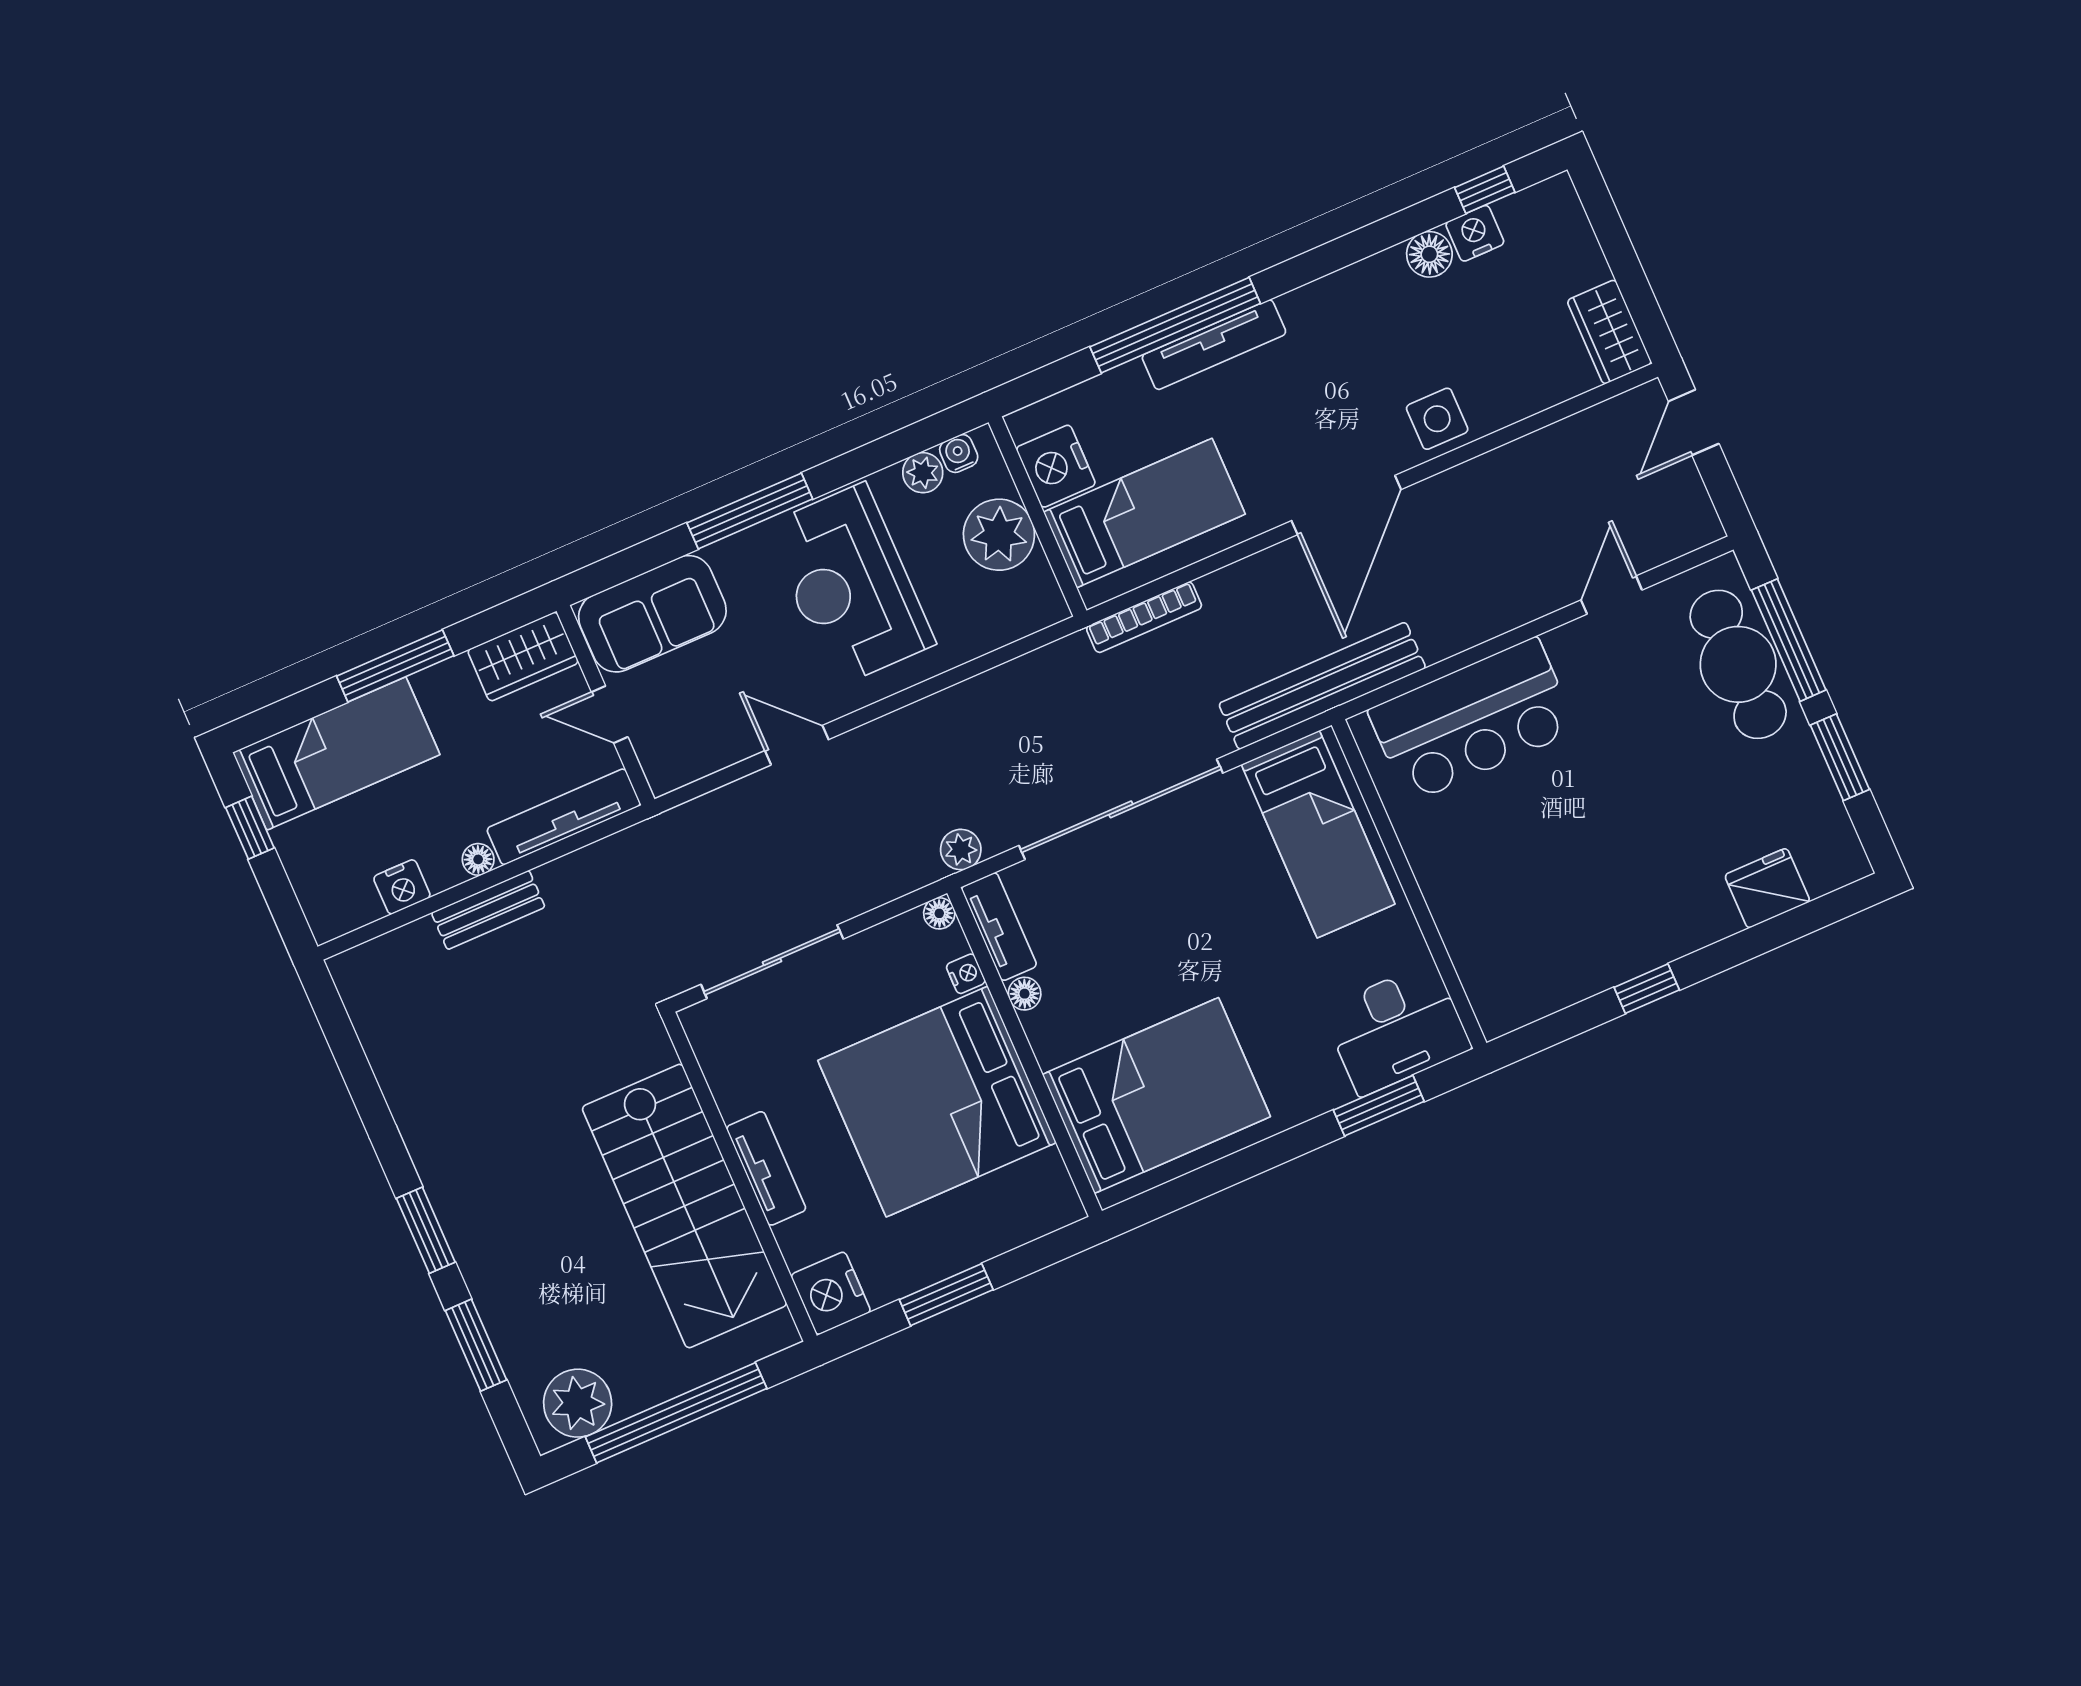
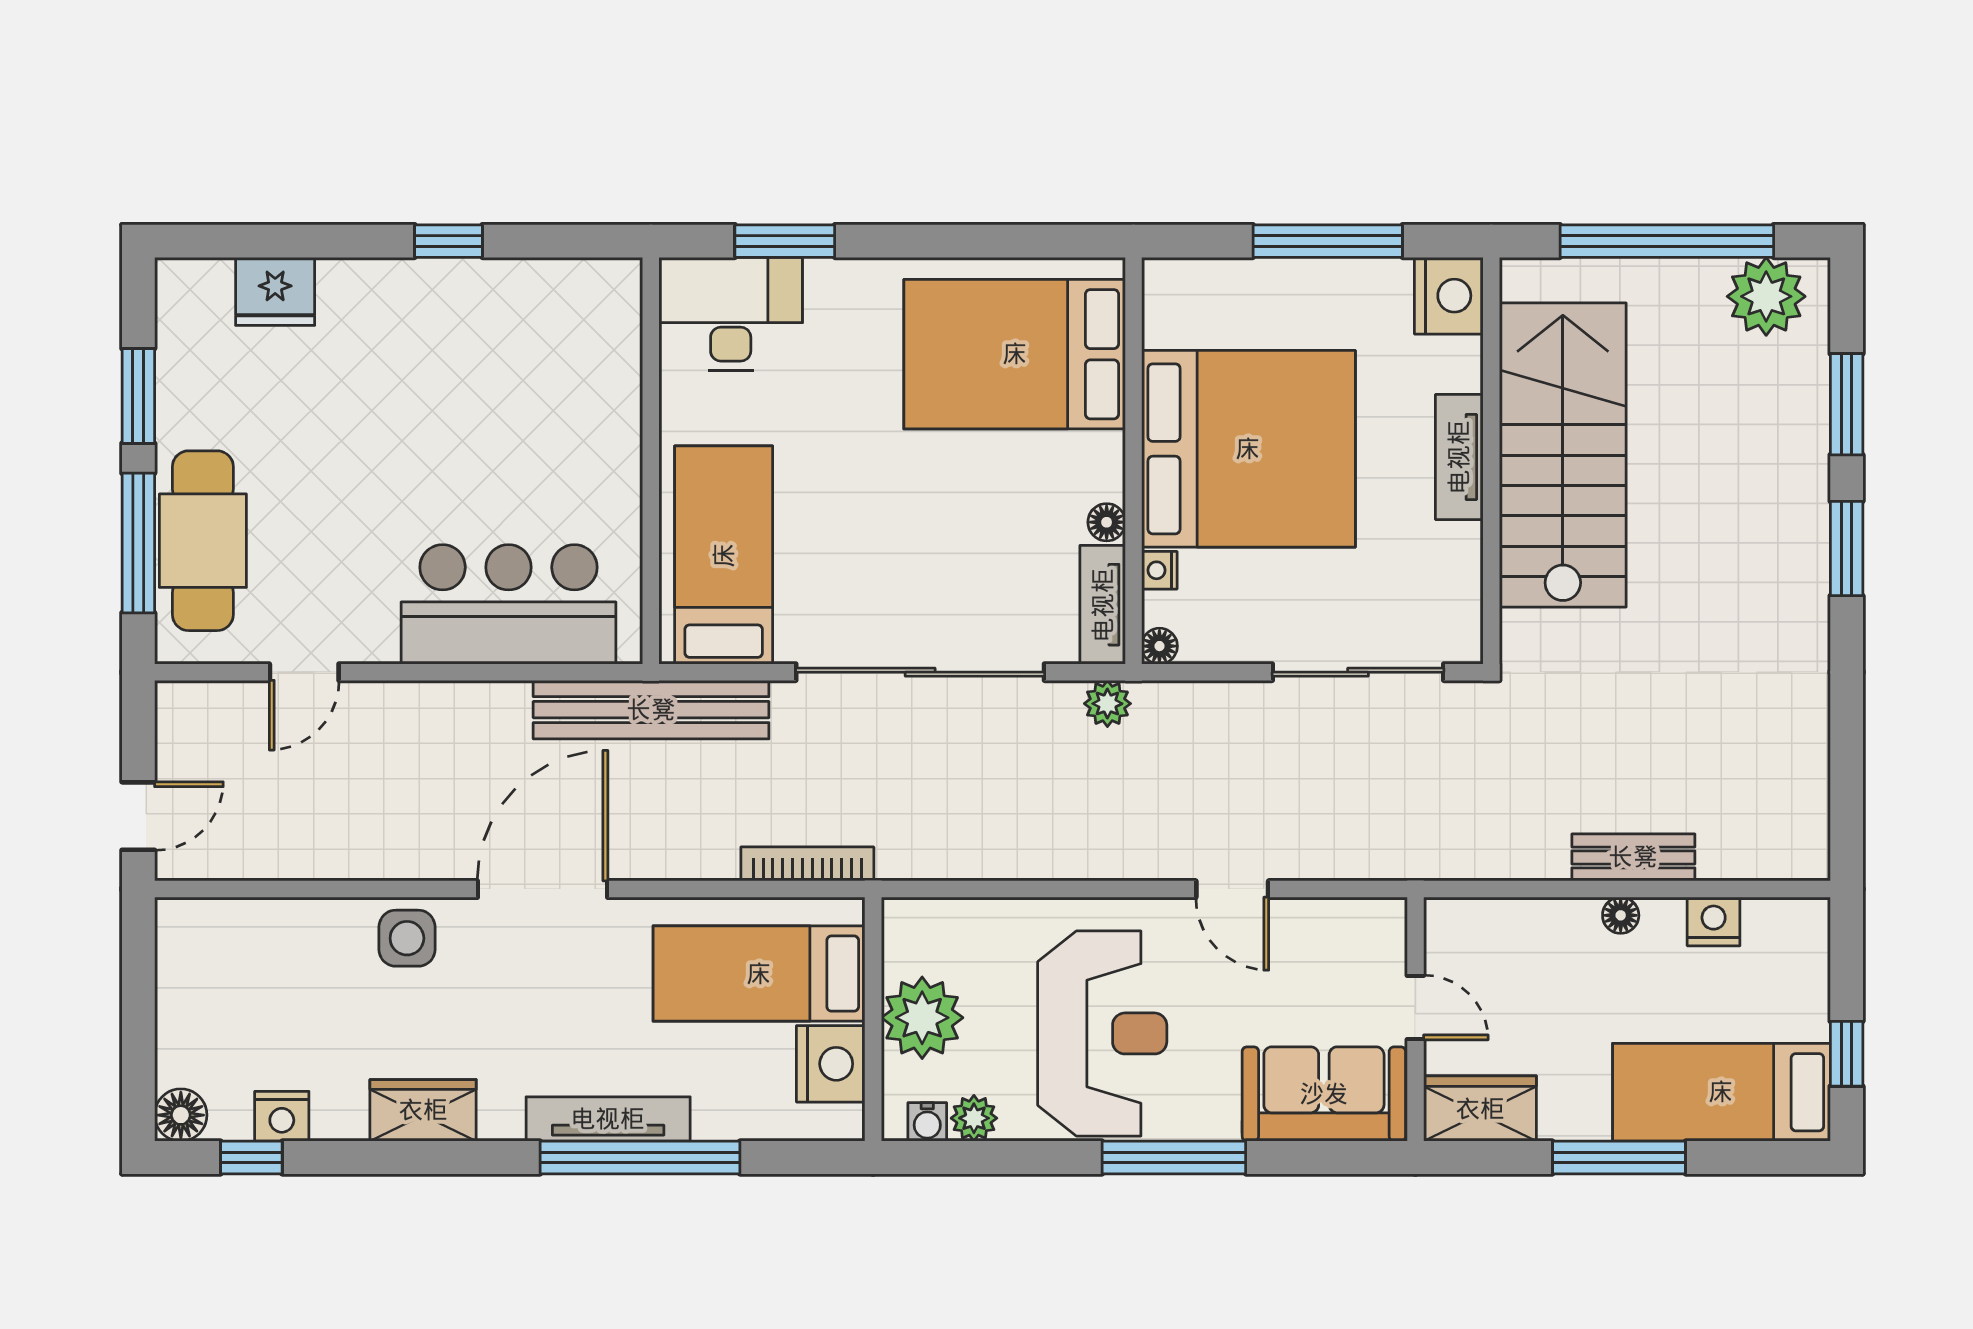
floor lamp: (1429, 254) -> (181, 1115), moved
wardrobe: (1609, 332) -> (423, 1110), moved, turned -90
tv unit: (564, 817) -> (1511, 921), removed
window: (946, 1295) -> (1328, 241), width x1.44

